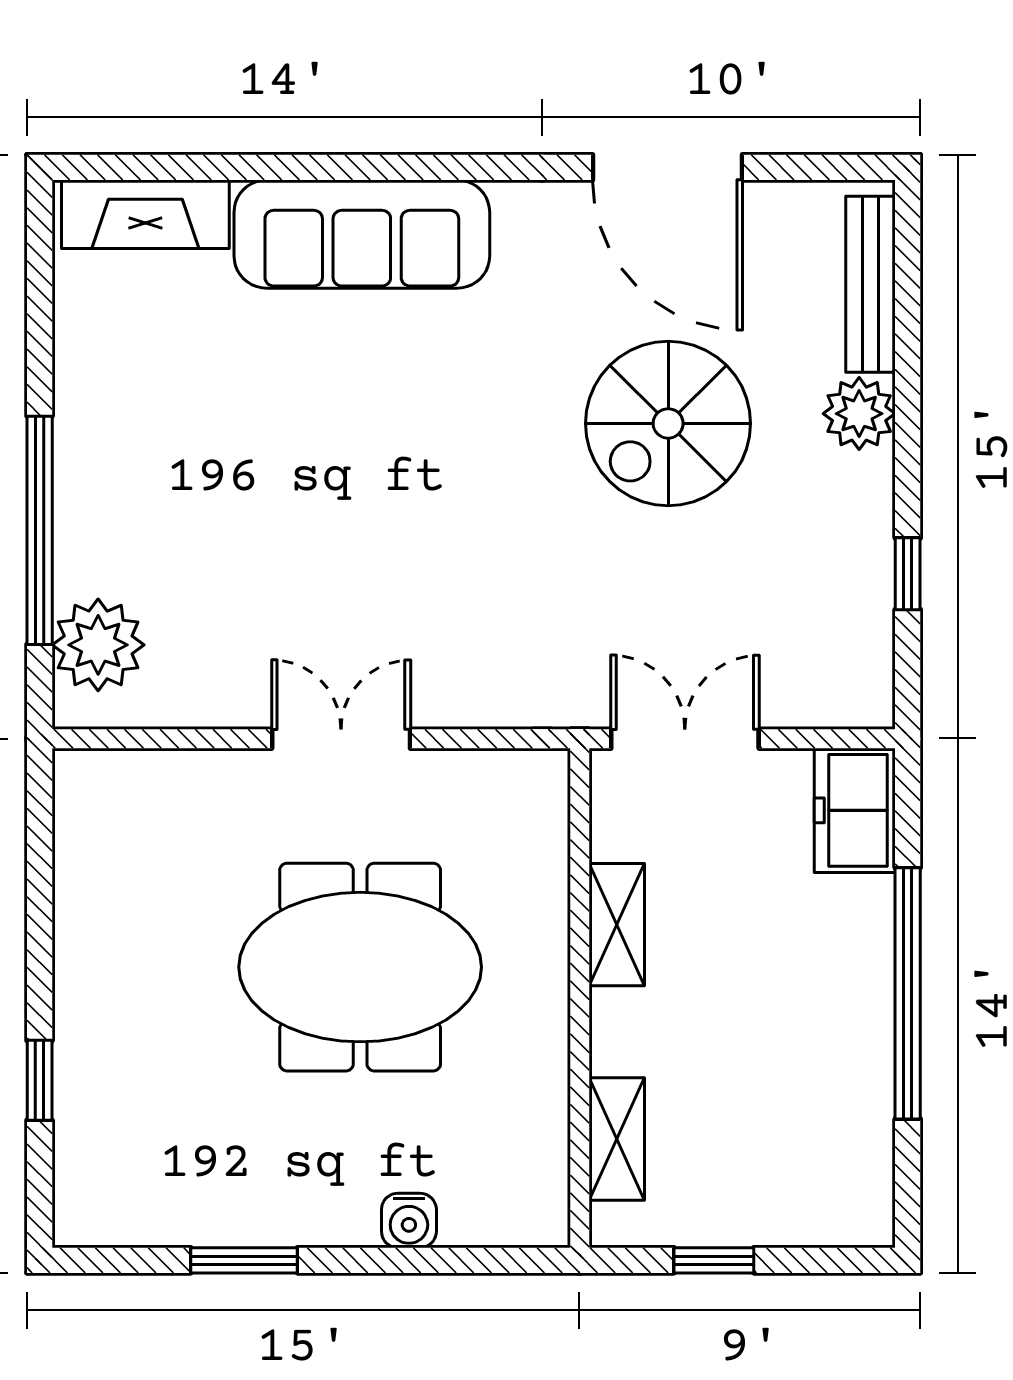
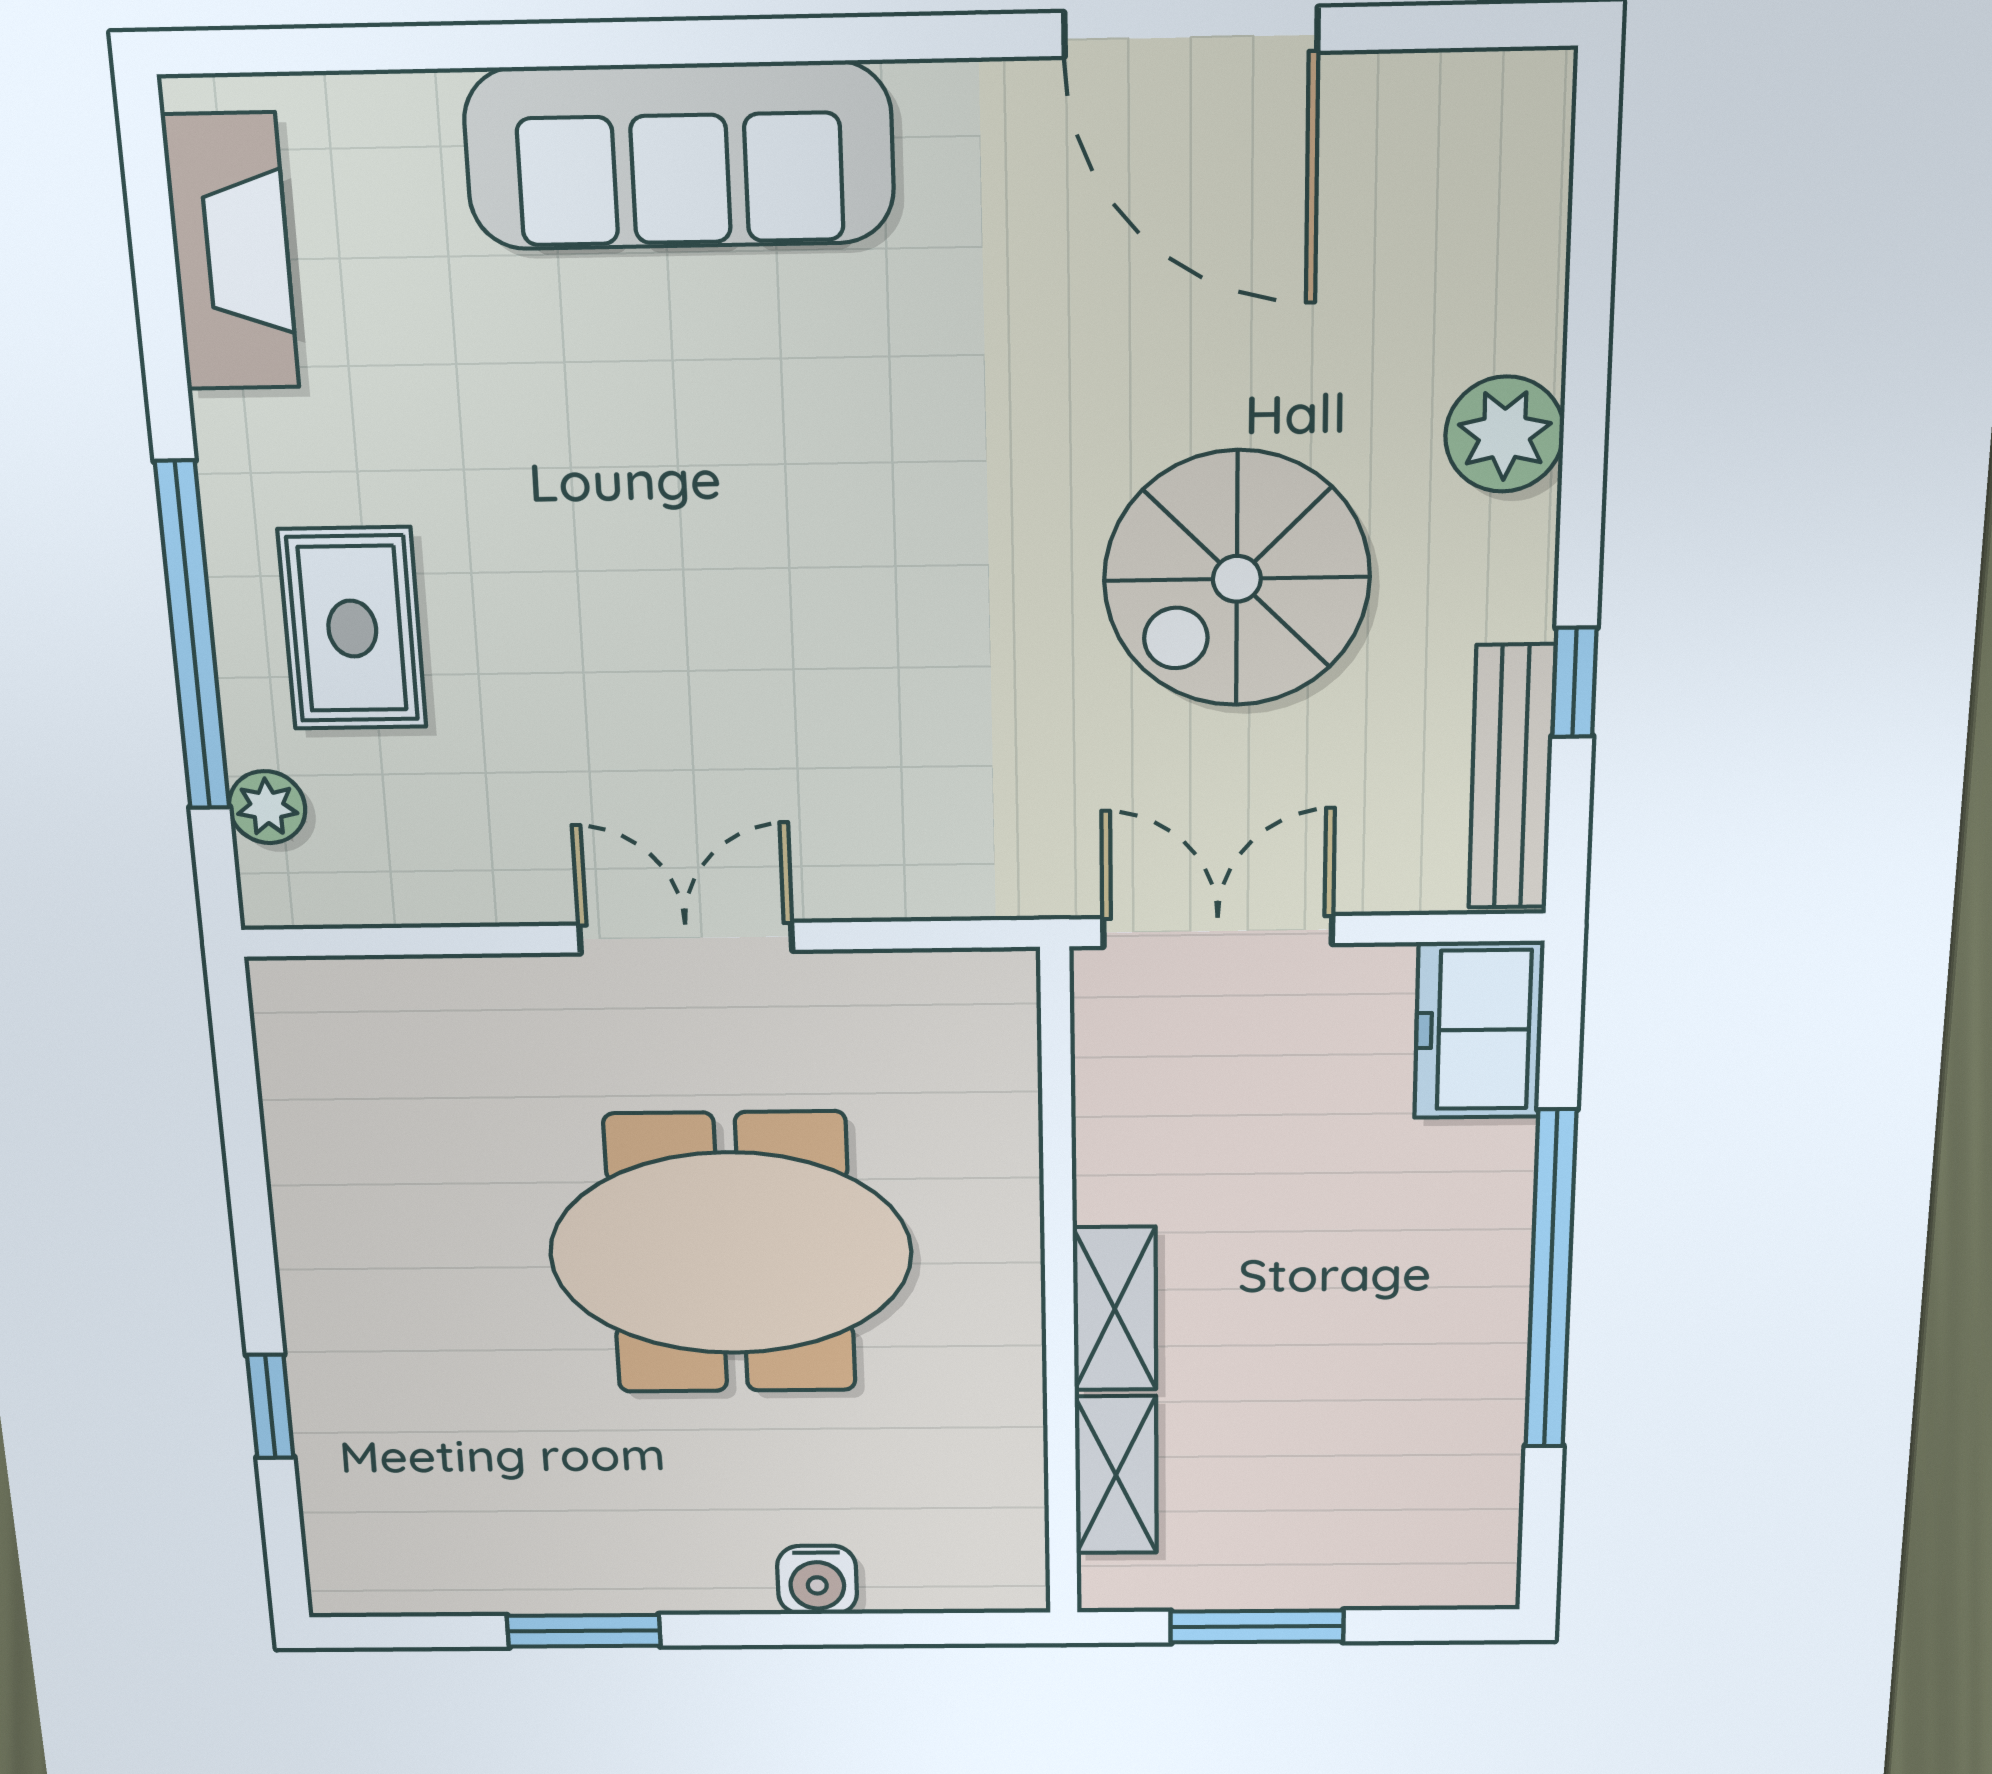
fireplace: (145, 214) -> (231, 252), moved, turned -90
bench: (871, 284) -> (1512, 777), moved
spiral stairs: (668, 423) -> (1237, 579), moved
rug: (141, 526) -> (352, 629), added
plant: (98, 645) -> (267, 807), width x0.53, depth x0.53
shelving: (617, 925) -> (1115, 1309), moved
window: (714, 1260) -> (1257, 1626), width x1.50

